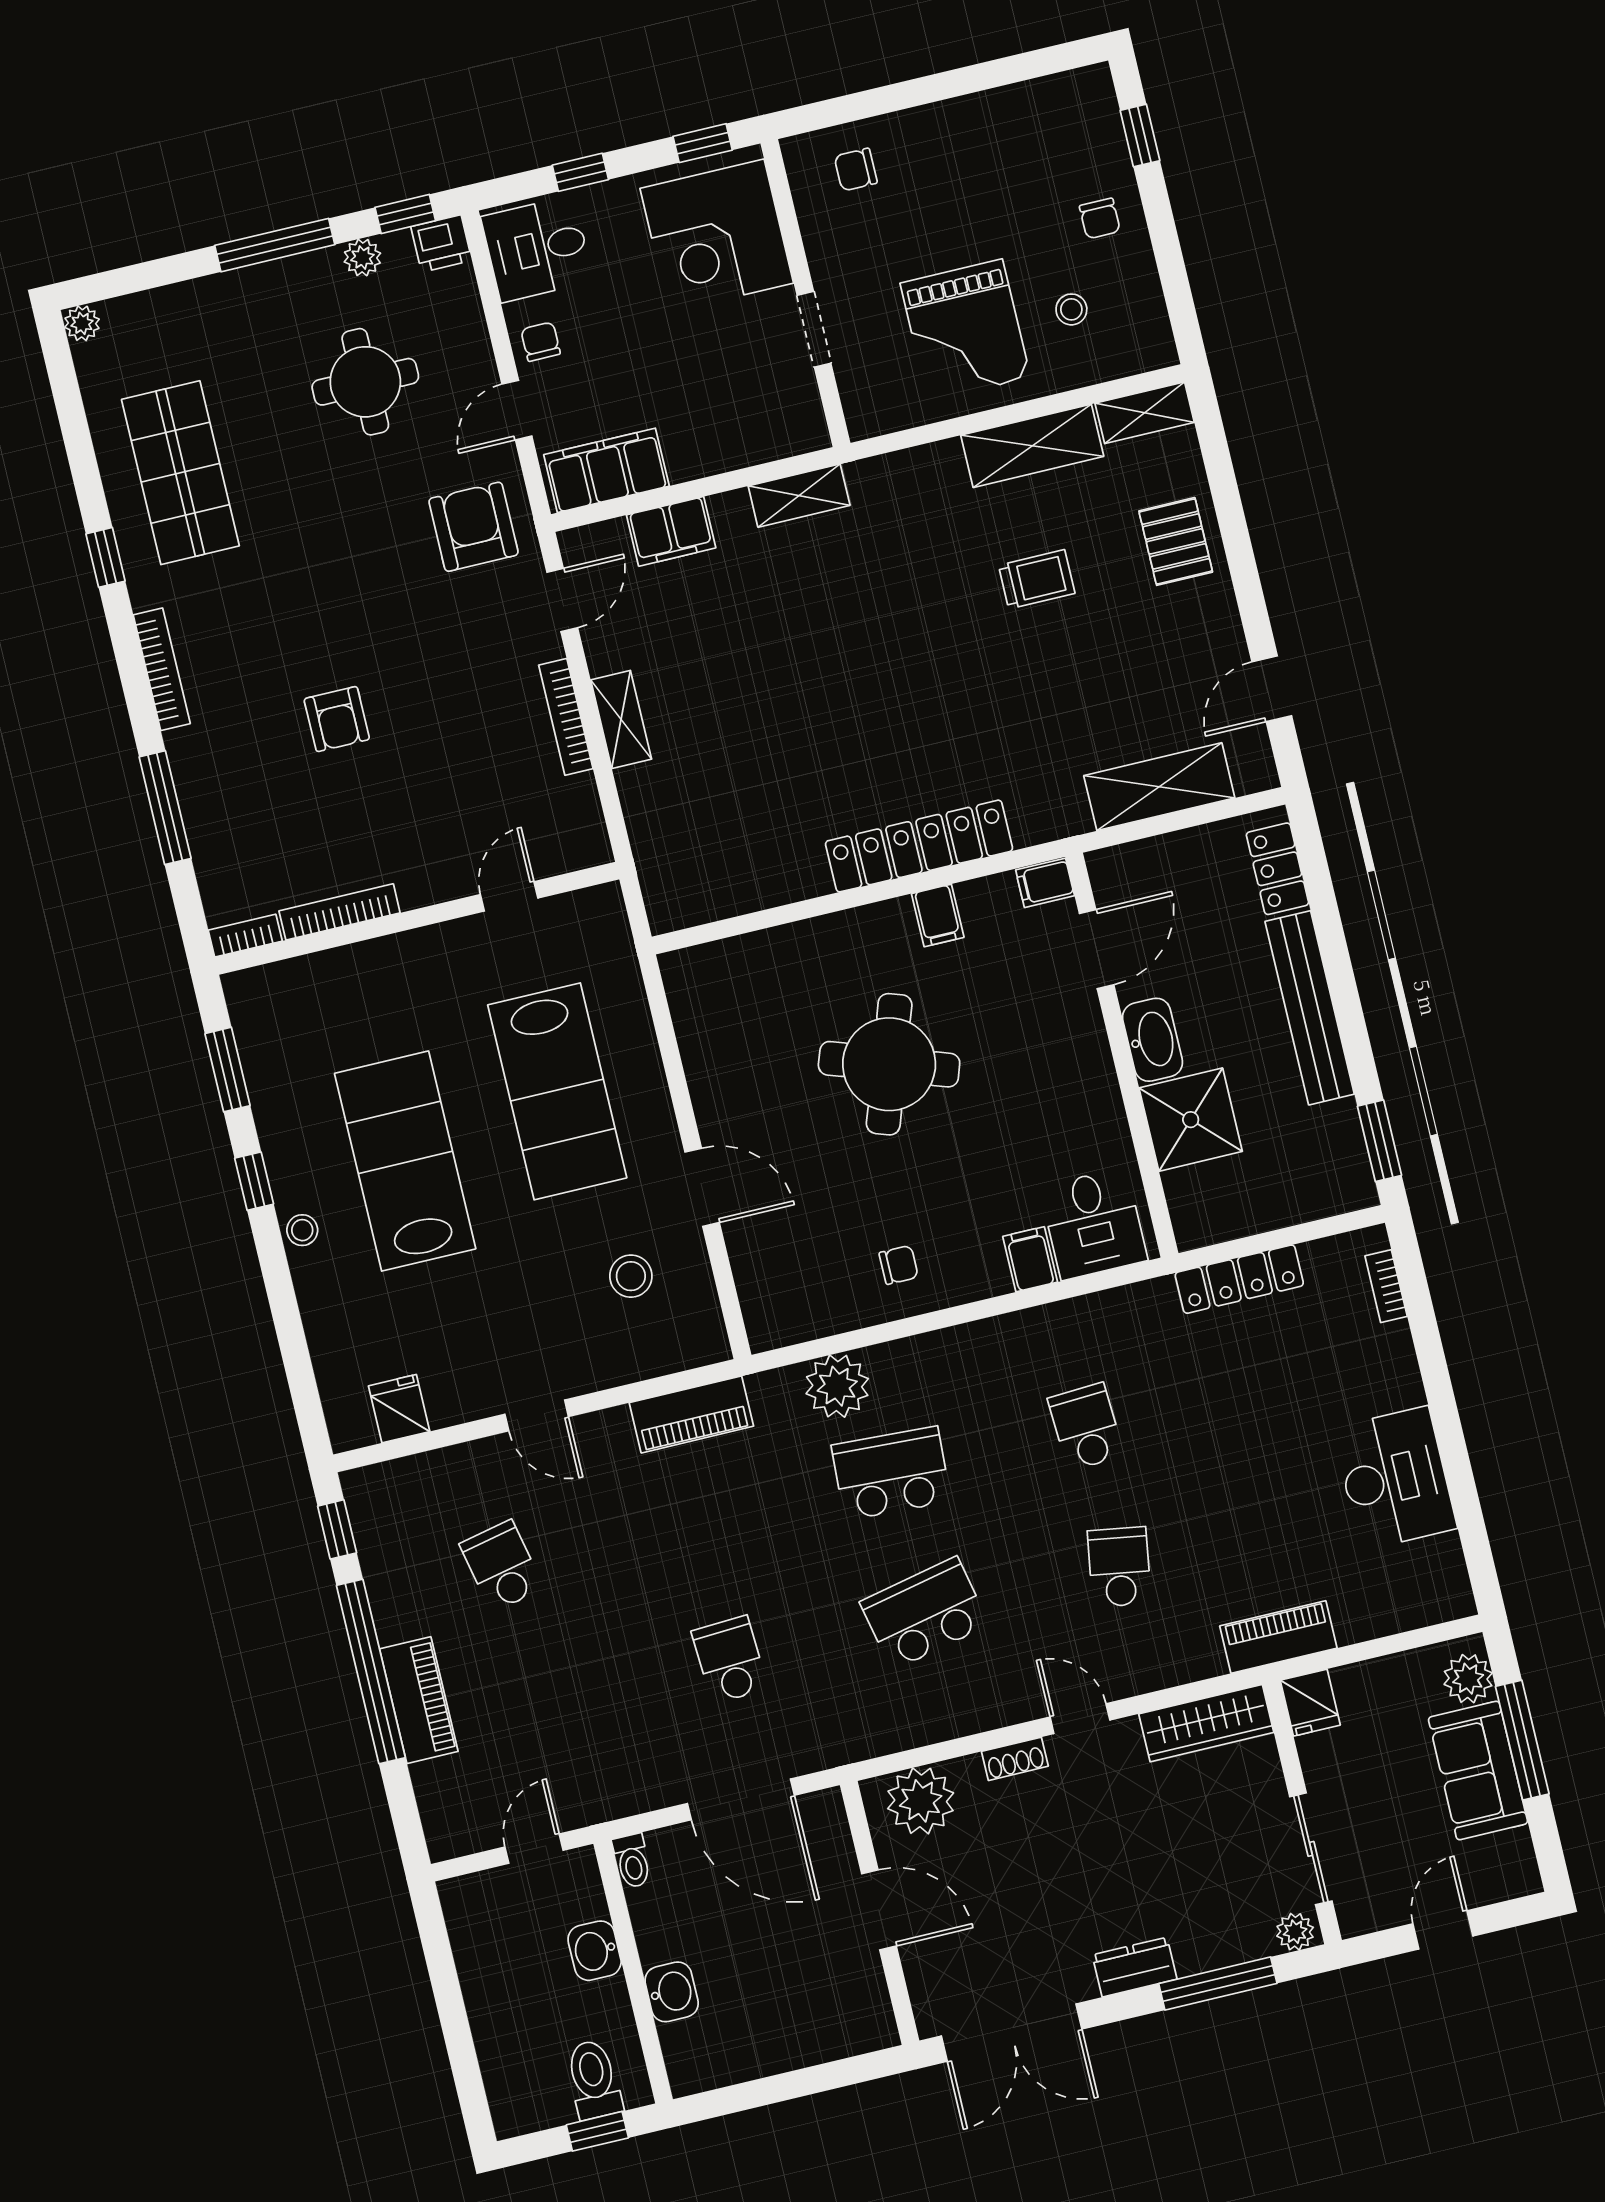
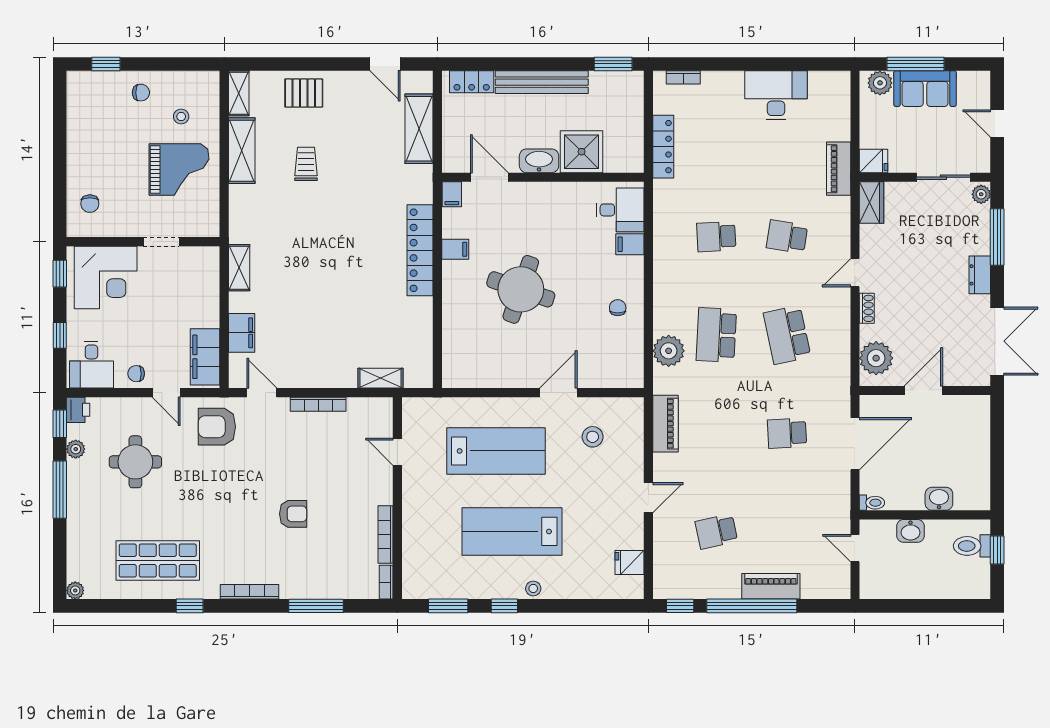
shelving: (621, 720) -> (381, 378), moved
wardrobe: (1206, 1723) -> (871, 203), width x0.67

